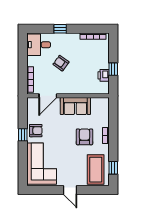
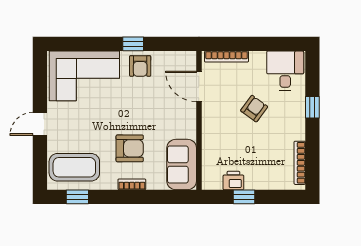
sofa: (75, 106) -> (182, 165), moved

